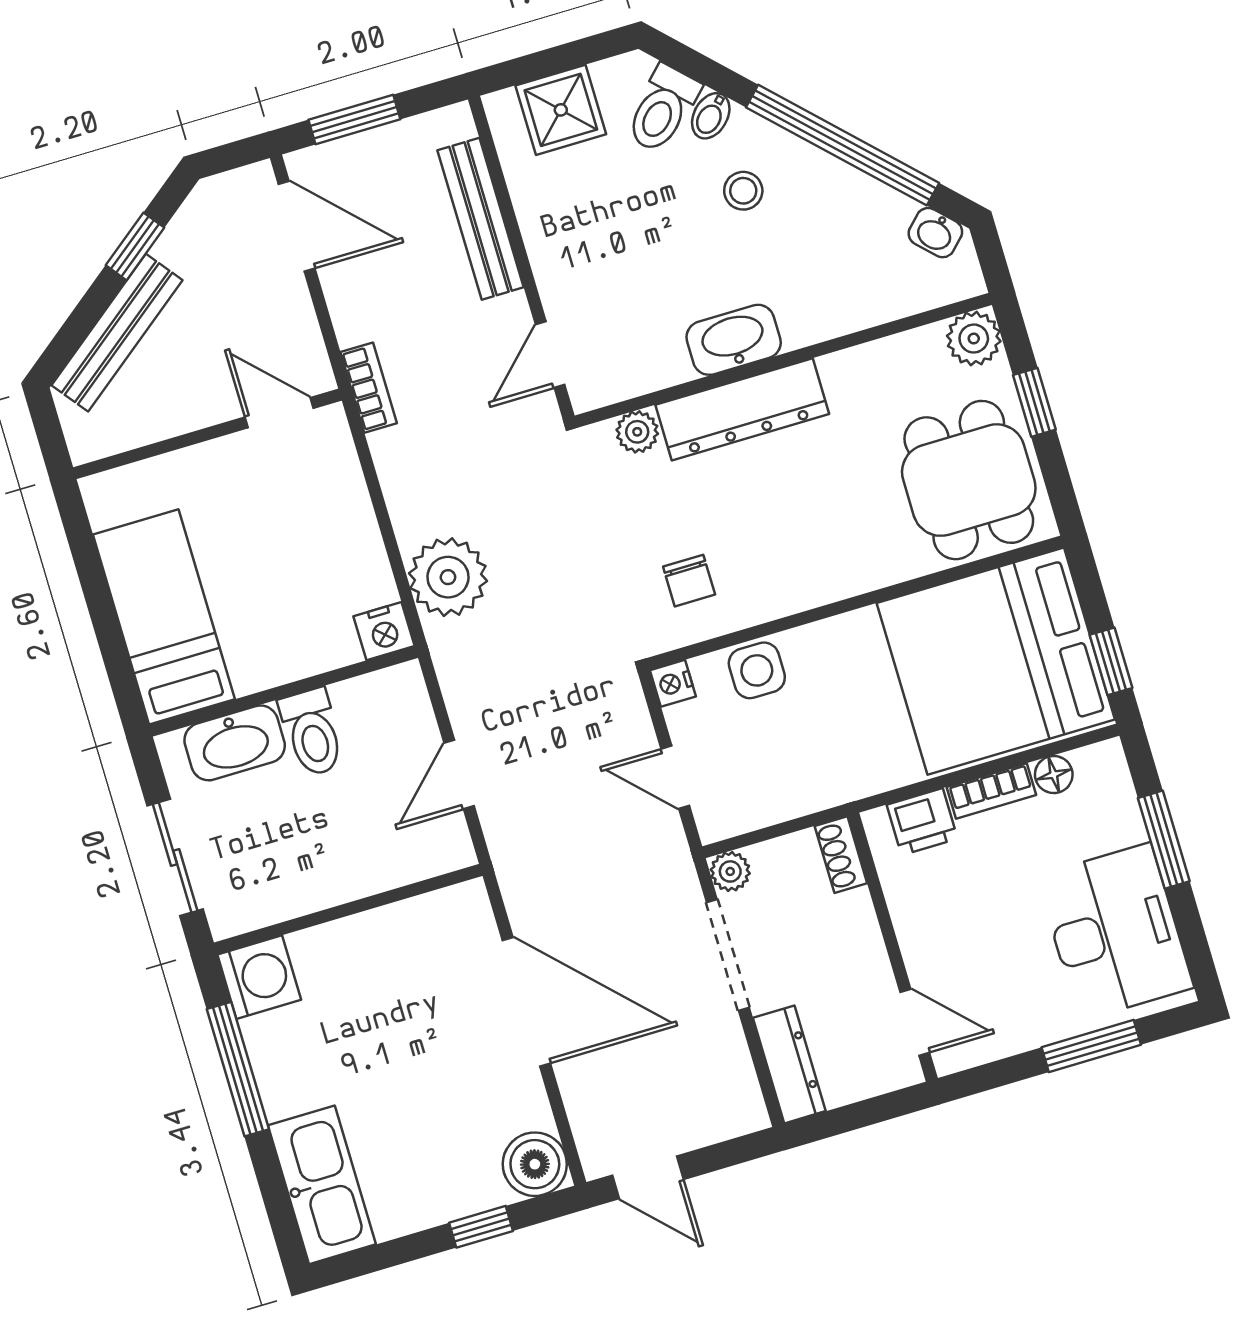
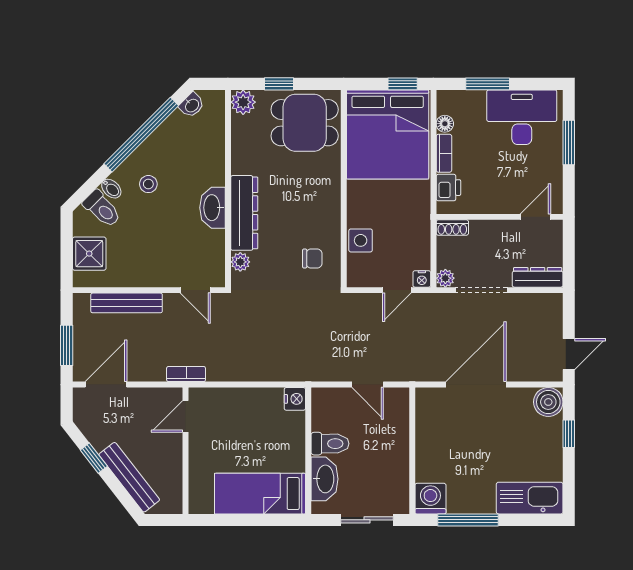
plant: (448, 577) -> (280, 364), removed
nightstand: (673, 683) -> (422, 279), moved

